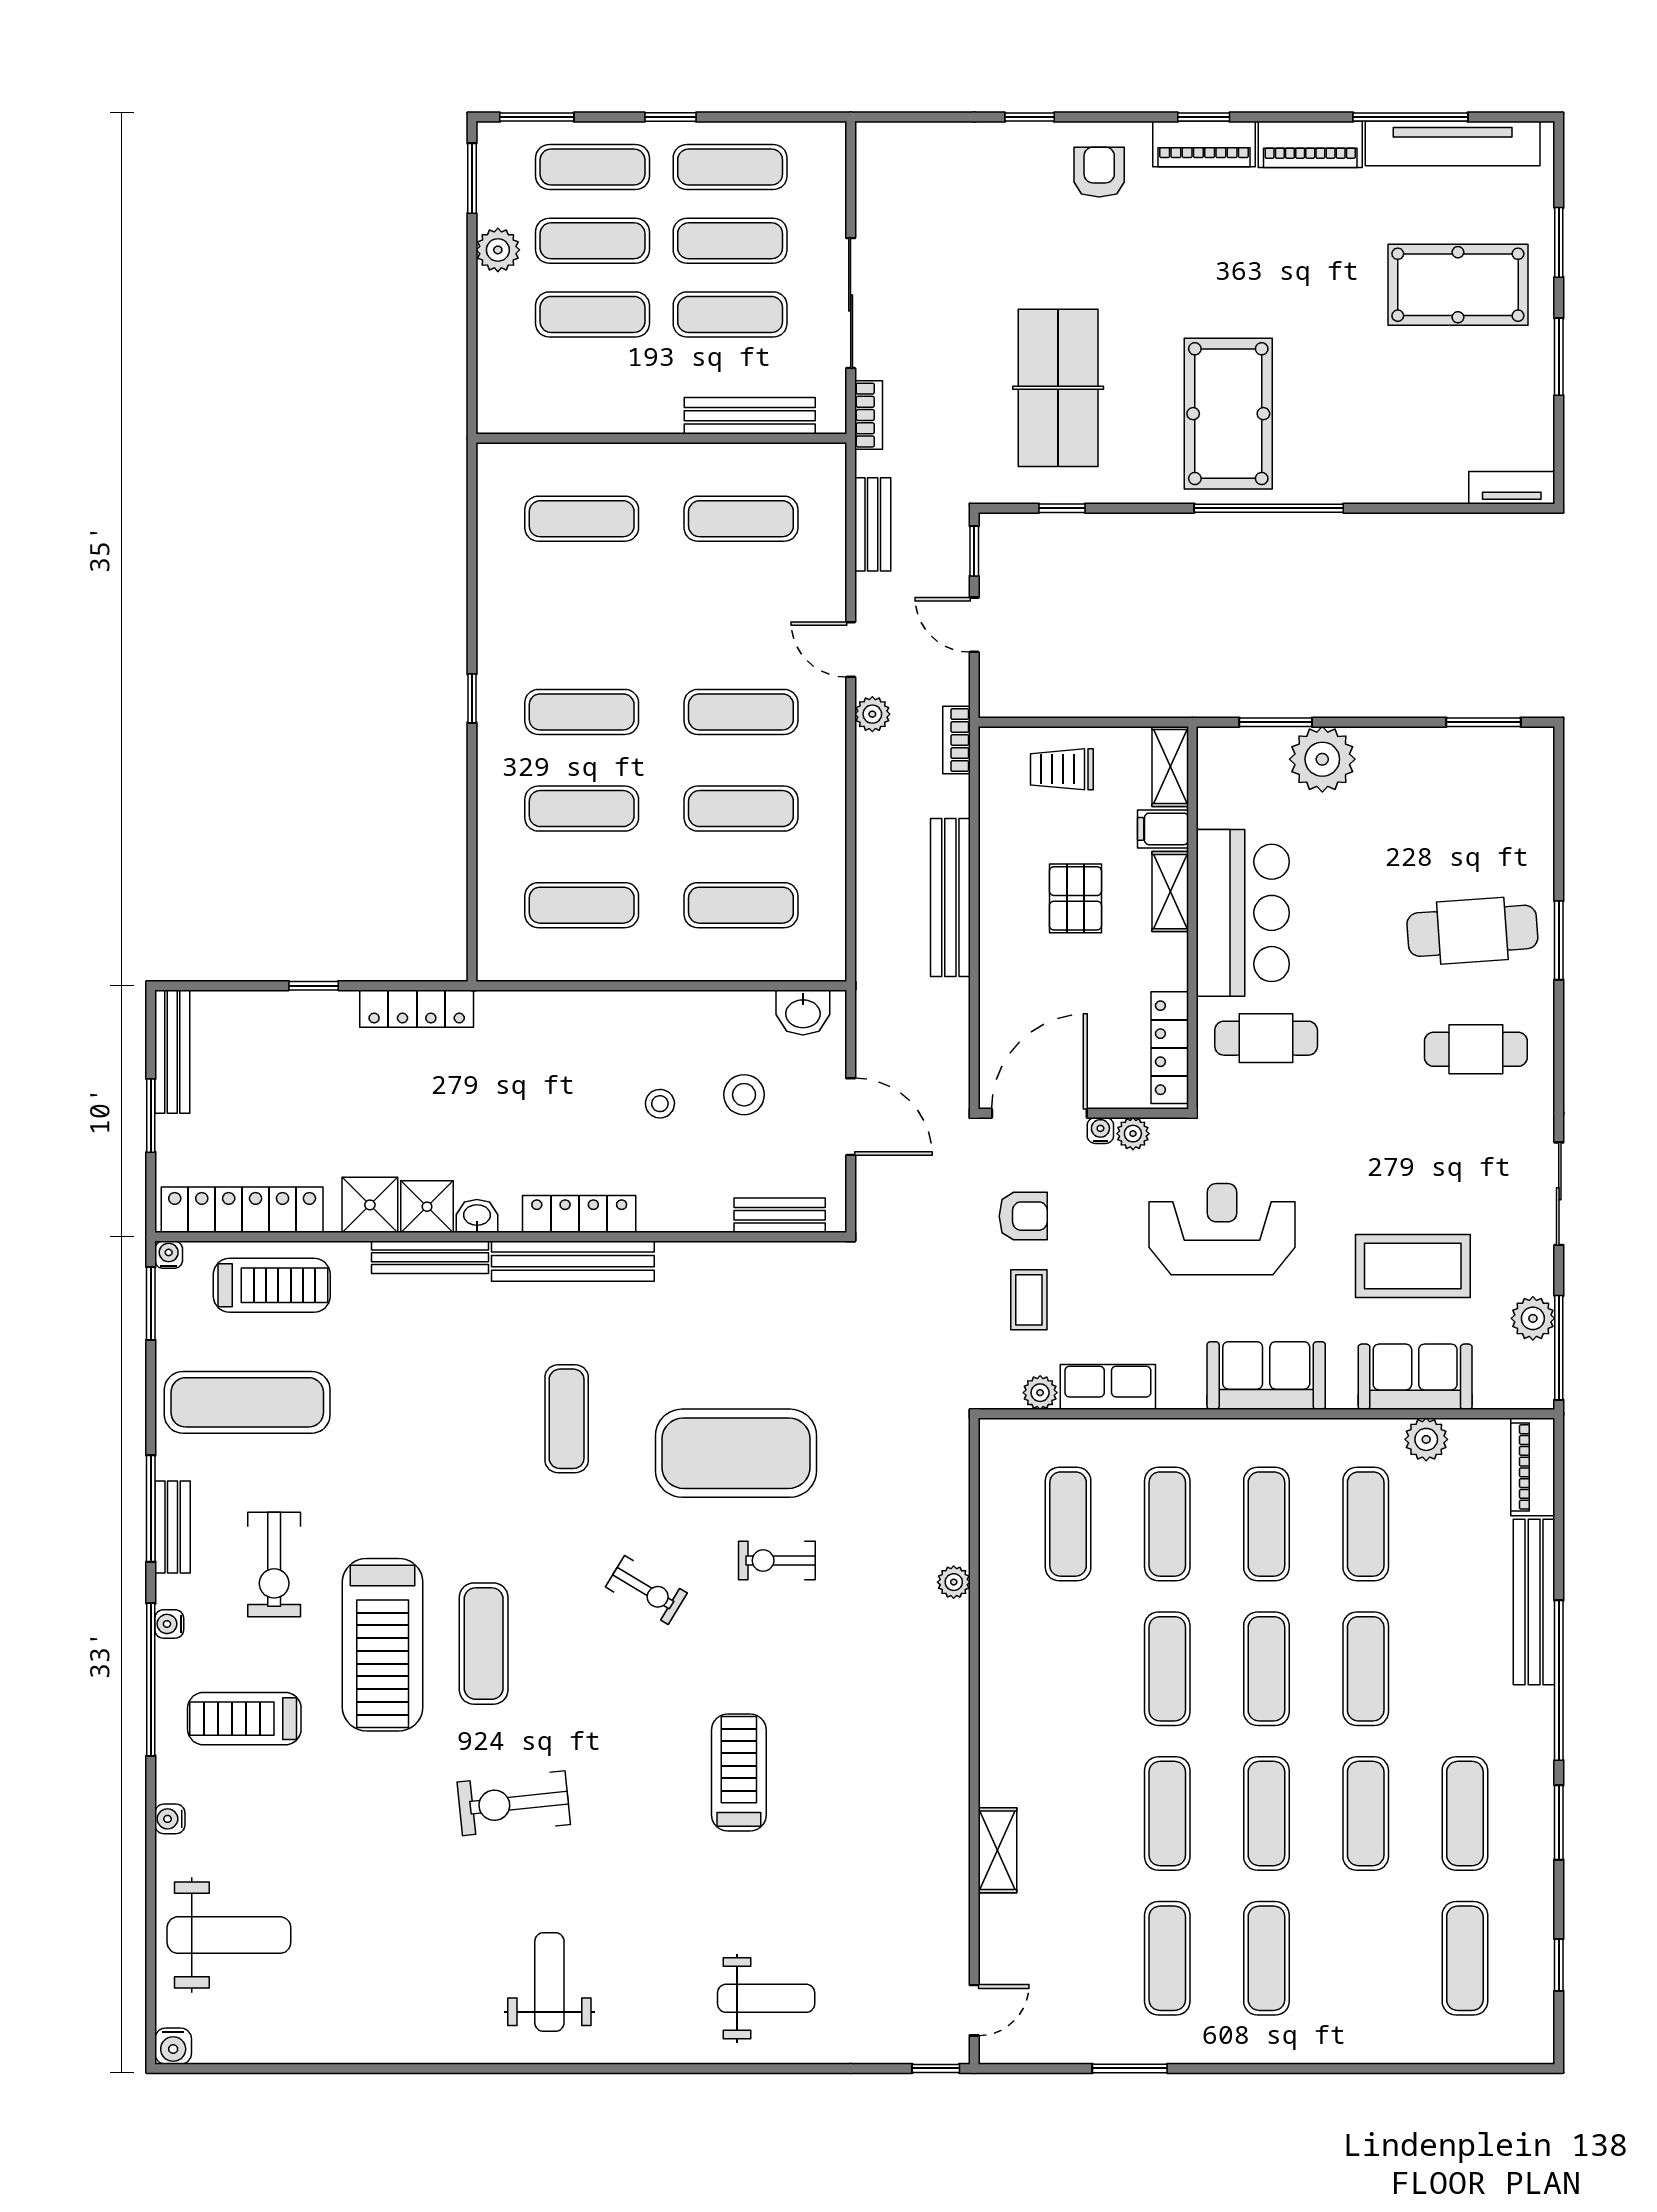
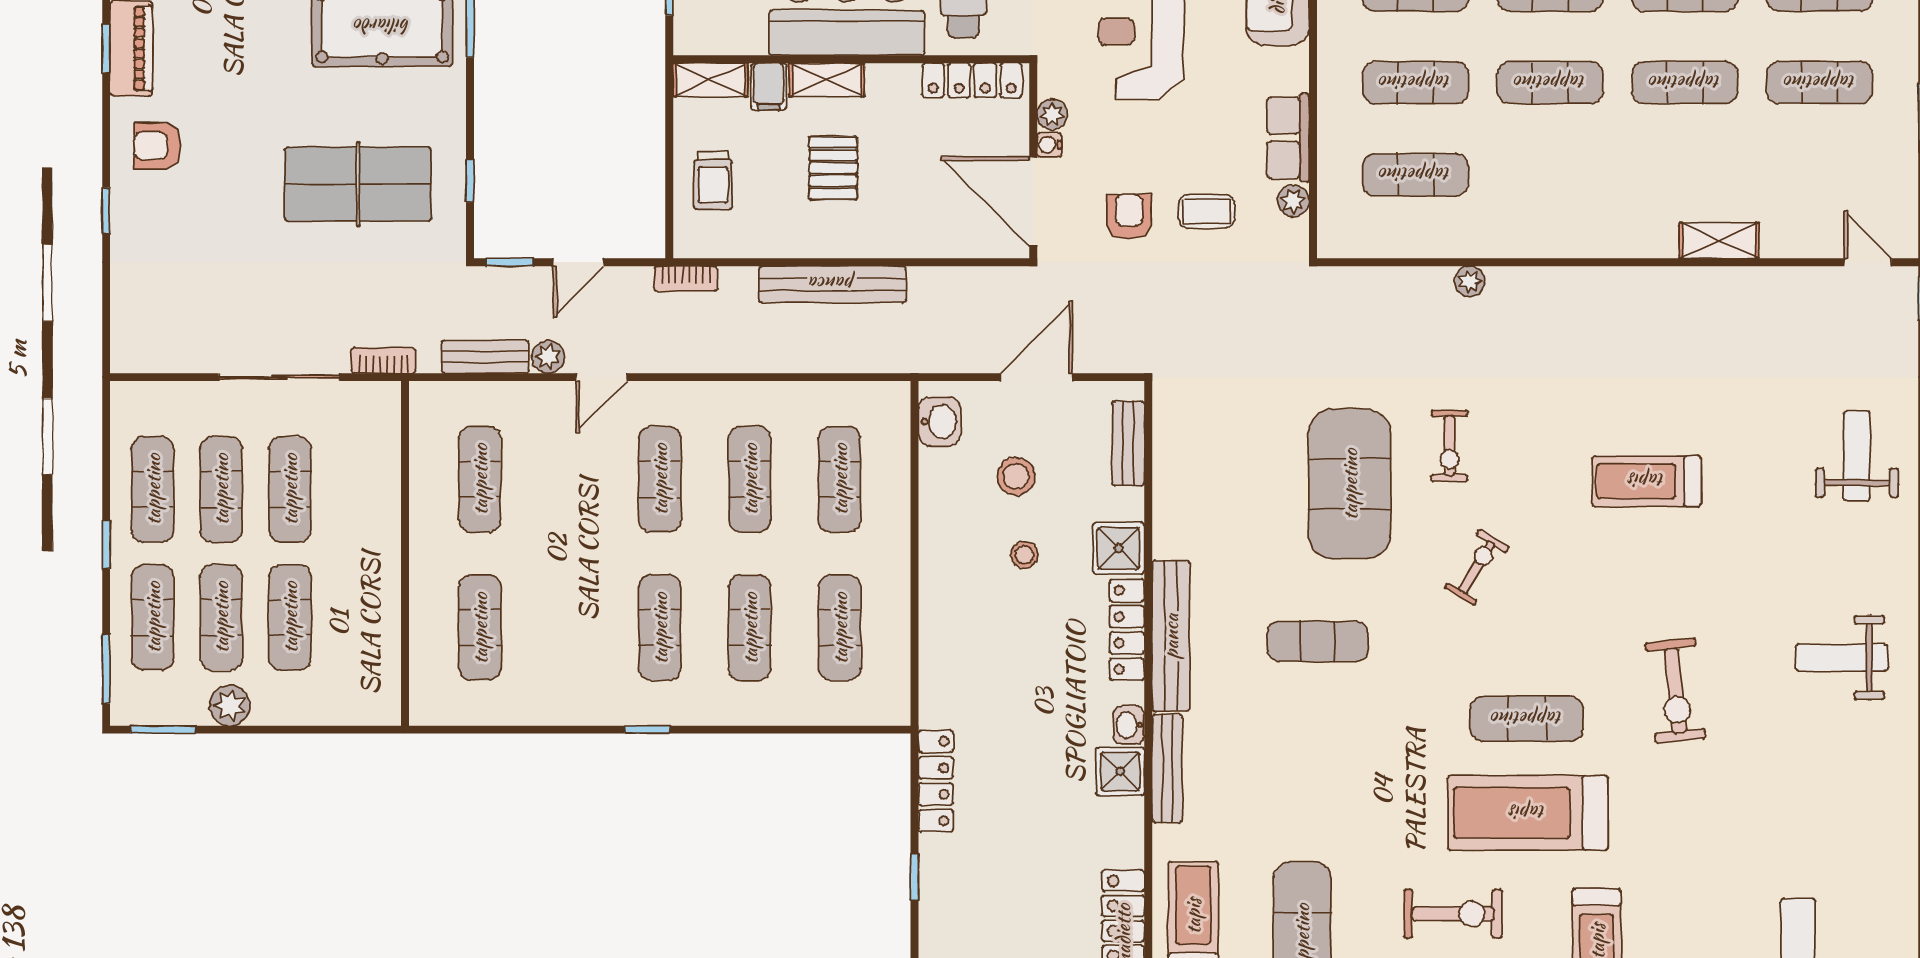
bench: (750, 416) -> (384, 471), removed
plant: (872, 714) -> (548, 357), moved
pallet: (1075, 898) -> (833, 168), turned 90
shower: (370, 1205) -> (1119, 548), moved
treadmill: (383, 1645) -> (1528, 813), turned 180

